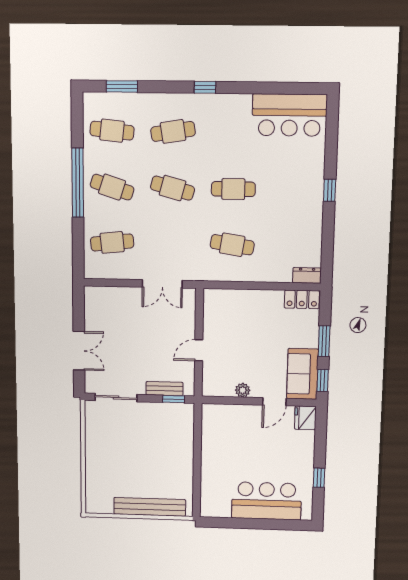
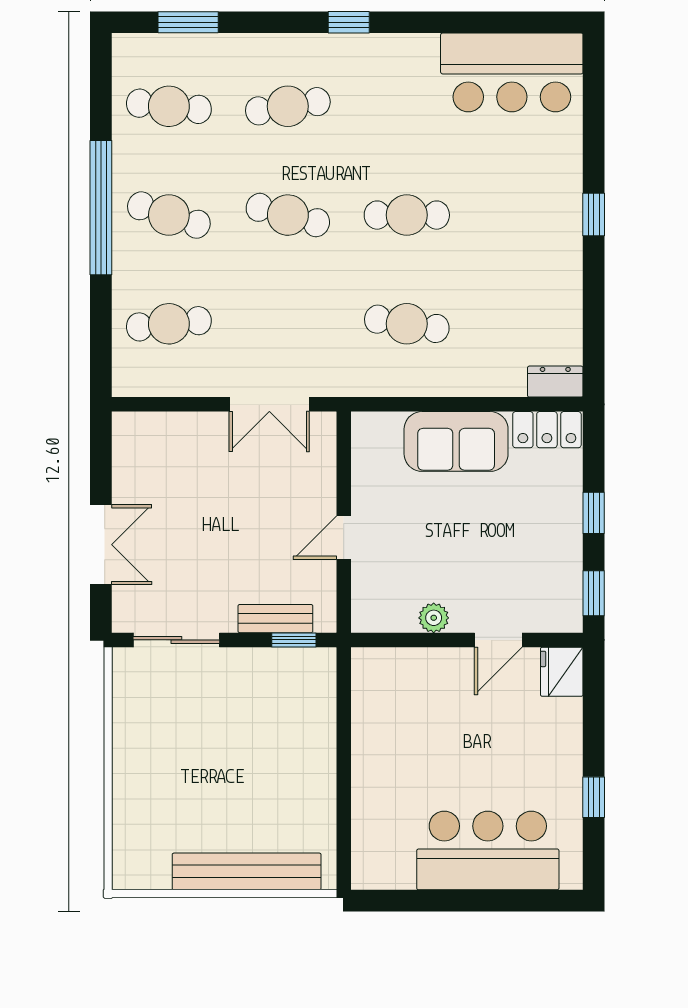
window: (324, 341) -> (594, 513), width x0.67
sofa: (302, 374) -> (456, 441), moved, turned -90

